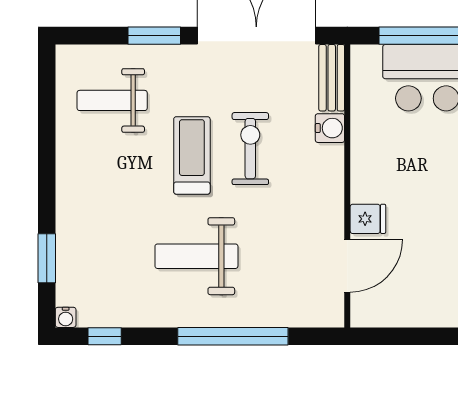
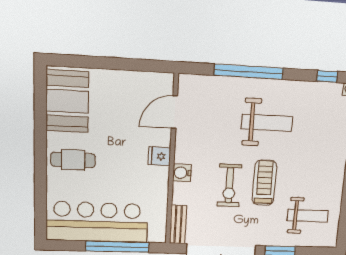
water cooler: (330, 128) -> (182, 173), moved
treadmill: (192, 155) -> (264, 183), turned 180
fridge: (368, 219) -> (159, 156), moved

